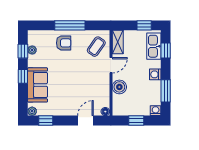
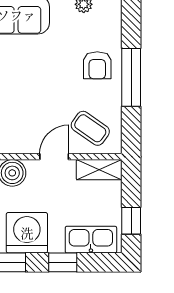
window: (166, 51) -> (63, 262), moved
door: (111, 65) -> (54, 157), swing flipped
washing machine: (155, 74) -> (27, 233), width x1.89, depth x1.89

